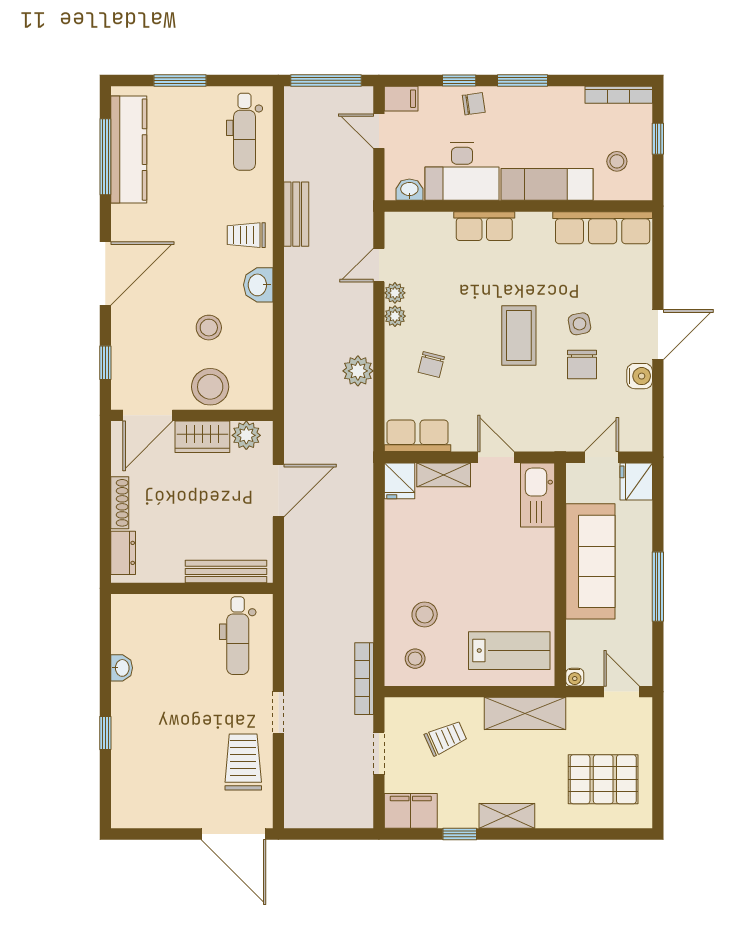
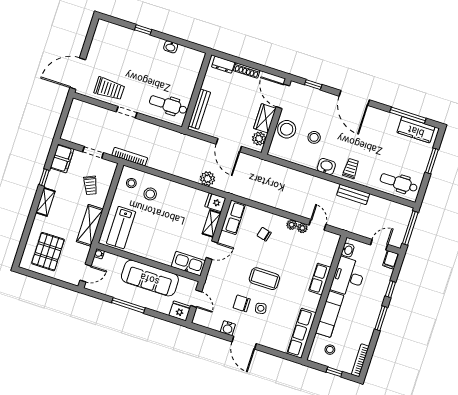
chair: (474, 104) -> (378, 292), removed
kitchen counter: (129, 150) -> (416, 130), width x0.67
plant: (358, 371) -> (207, 179), moved

